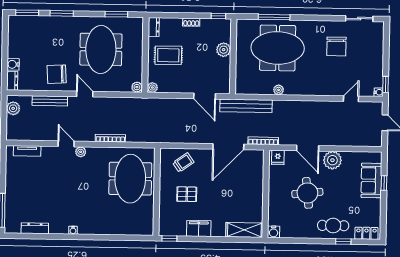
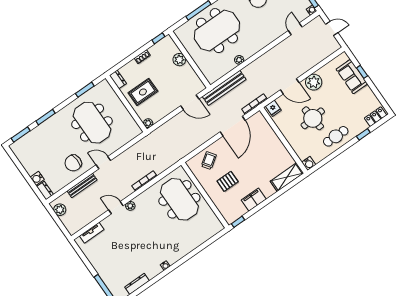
plant: (137, 87) -> (137, 131), removed
cafe table: (333, 226) -> (336, 136), moved

